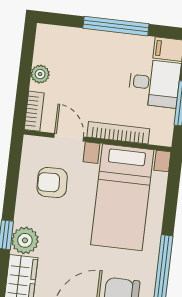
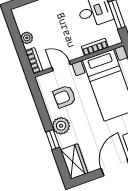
bookcase: (118, 133) -> (95, 47), width x0.64
plant: (25, 240) -> (61, 126), moved

